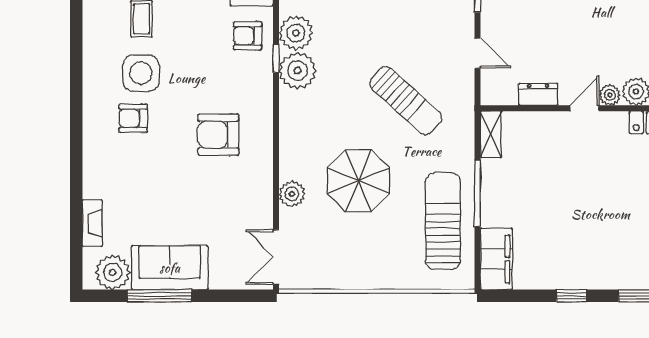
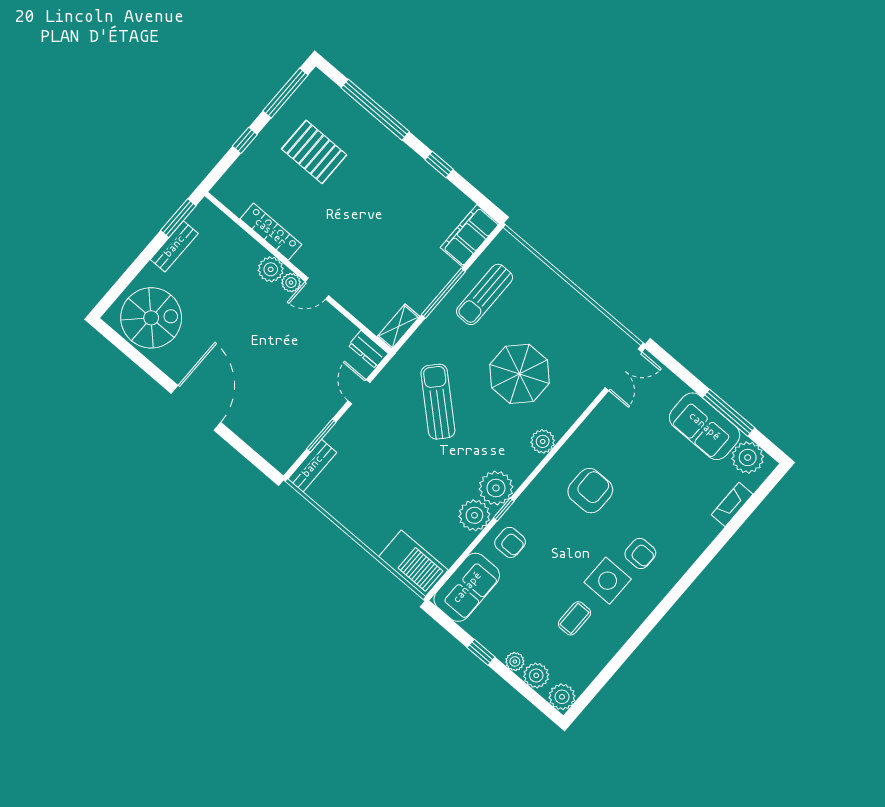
dresser: (538, 94) -> (368, 349), moved
armchair: (218, 135) -> (590, 491), turned -90
plant: (292, 194) -> (543, 441), moved
sun lounger: (443, 221) -> (485, 294), width x0.73, depth x0.75

